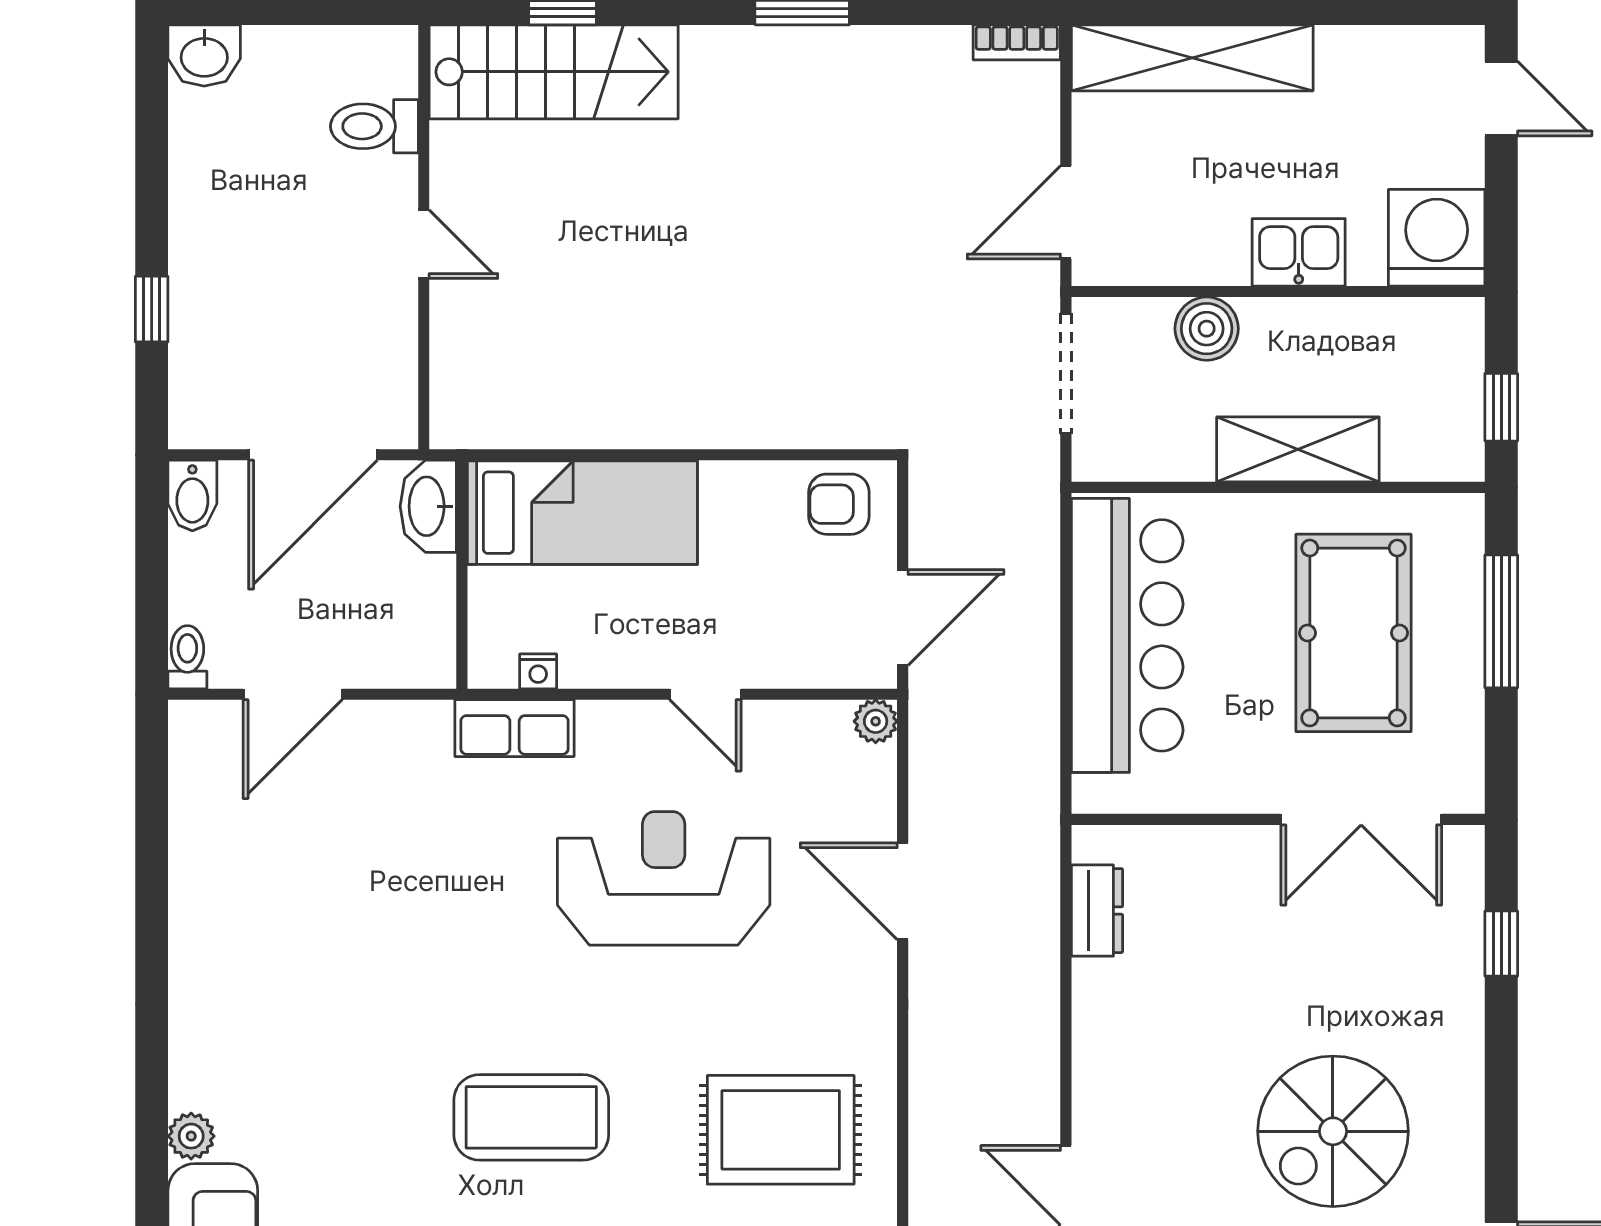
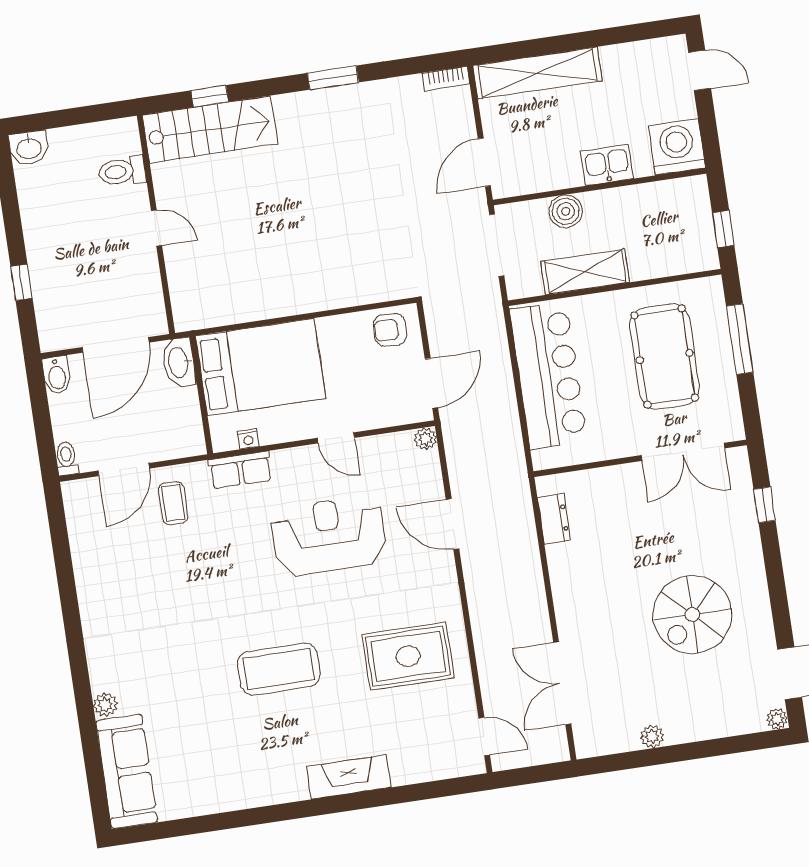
shelving: (1298, 449) -> (585, 272), moved
bed: (582, 513) -> (261, 367), width x1.50
coffee table: (377, 772) -> (173, 503), added

